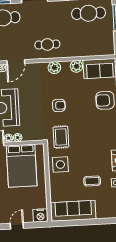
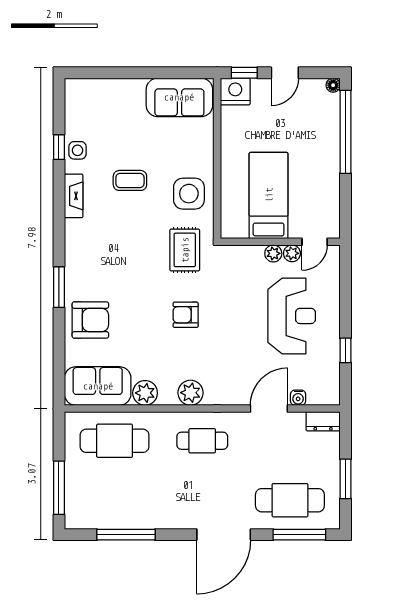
cafe table: (89, 13) -> (115, 441), moved
bed: (22, 166) -> (269, 195), width x0.67
coffee table: (92, 181) -> (130, 180), moved
sofa: (73, 211) -> (179, 97), width x0.73
window: (37, 225) -> (244, 73), added

